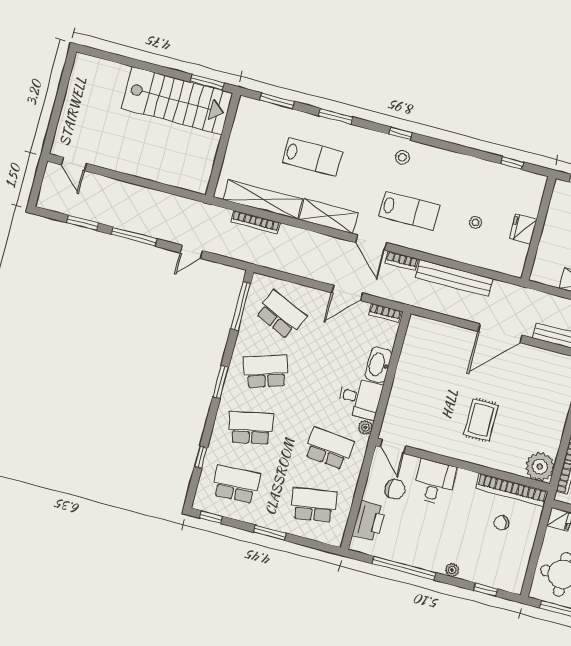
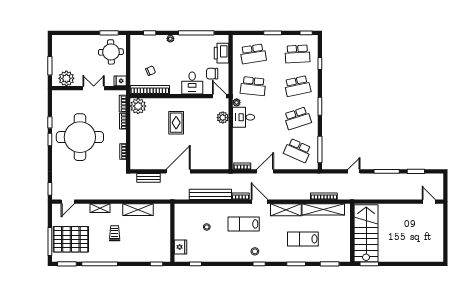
stairs: (177, 101) -> (366, 233), moved, turned 90
fridge: (523, 229) -> (180, 247), moved
washbasin: (378, 365) -> (238, 138), removed
plant: (397, 407) -> (223, 118), added

